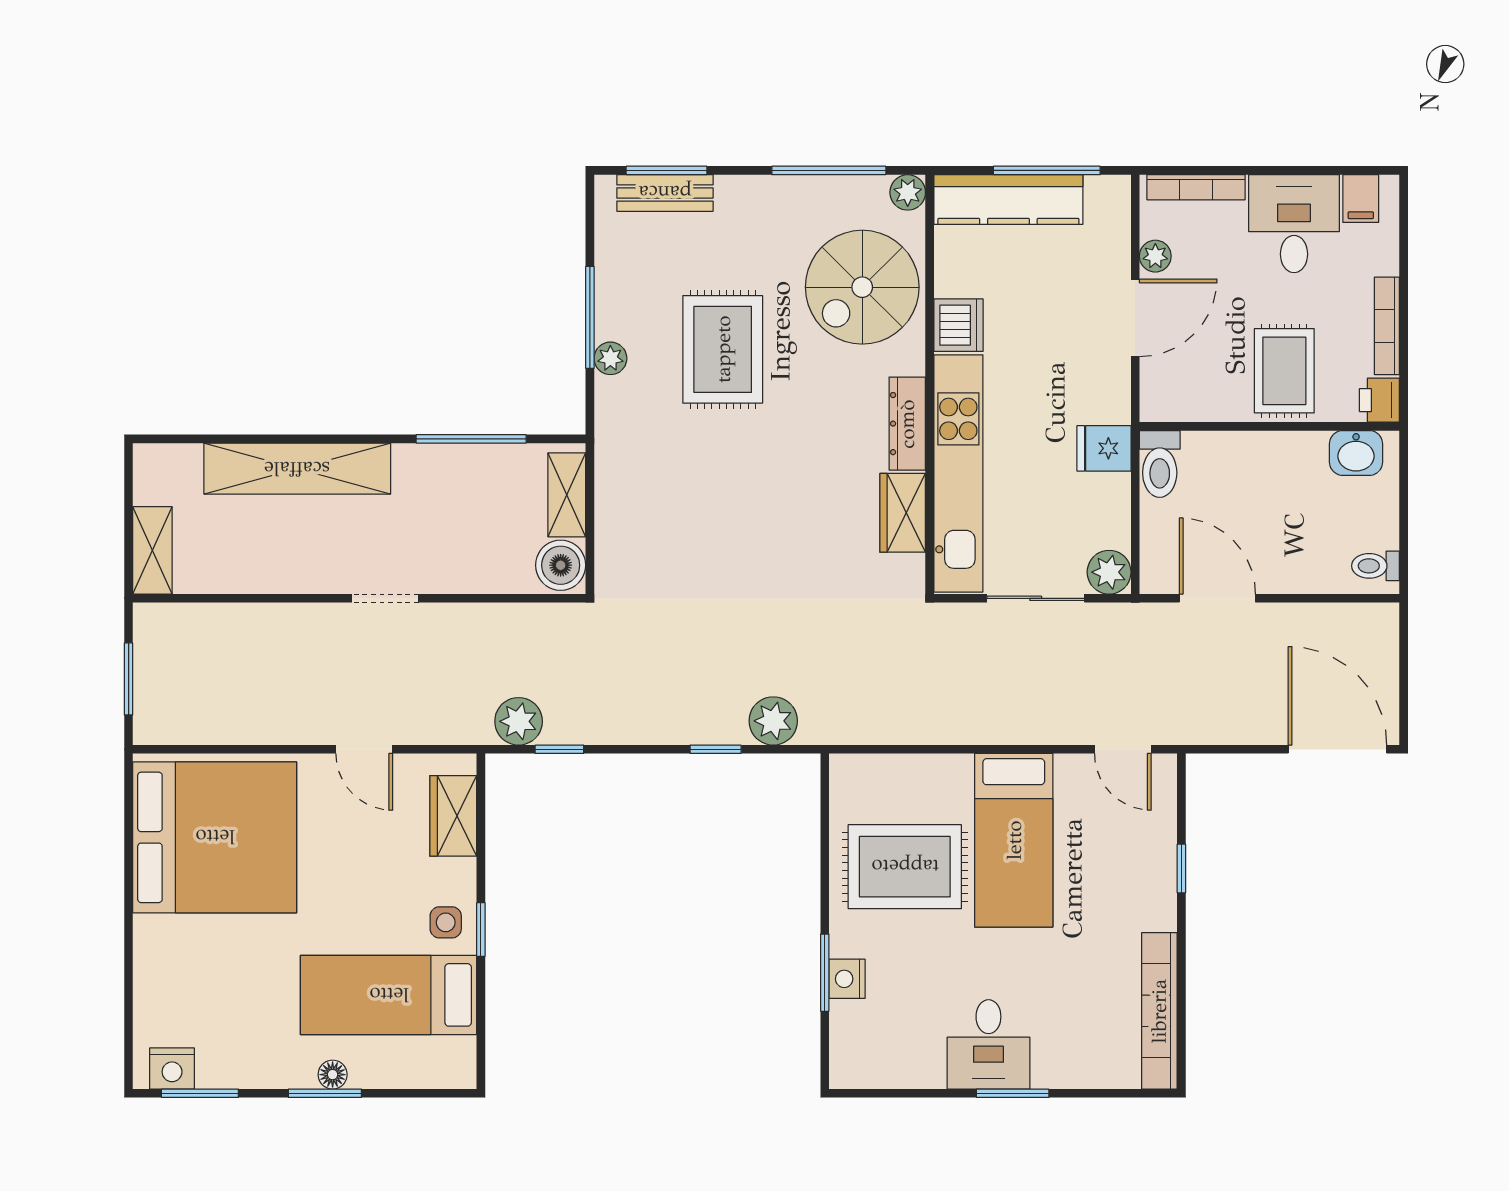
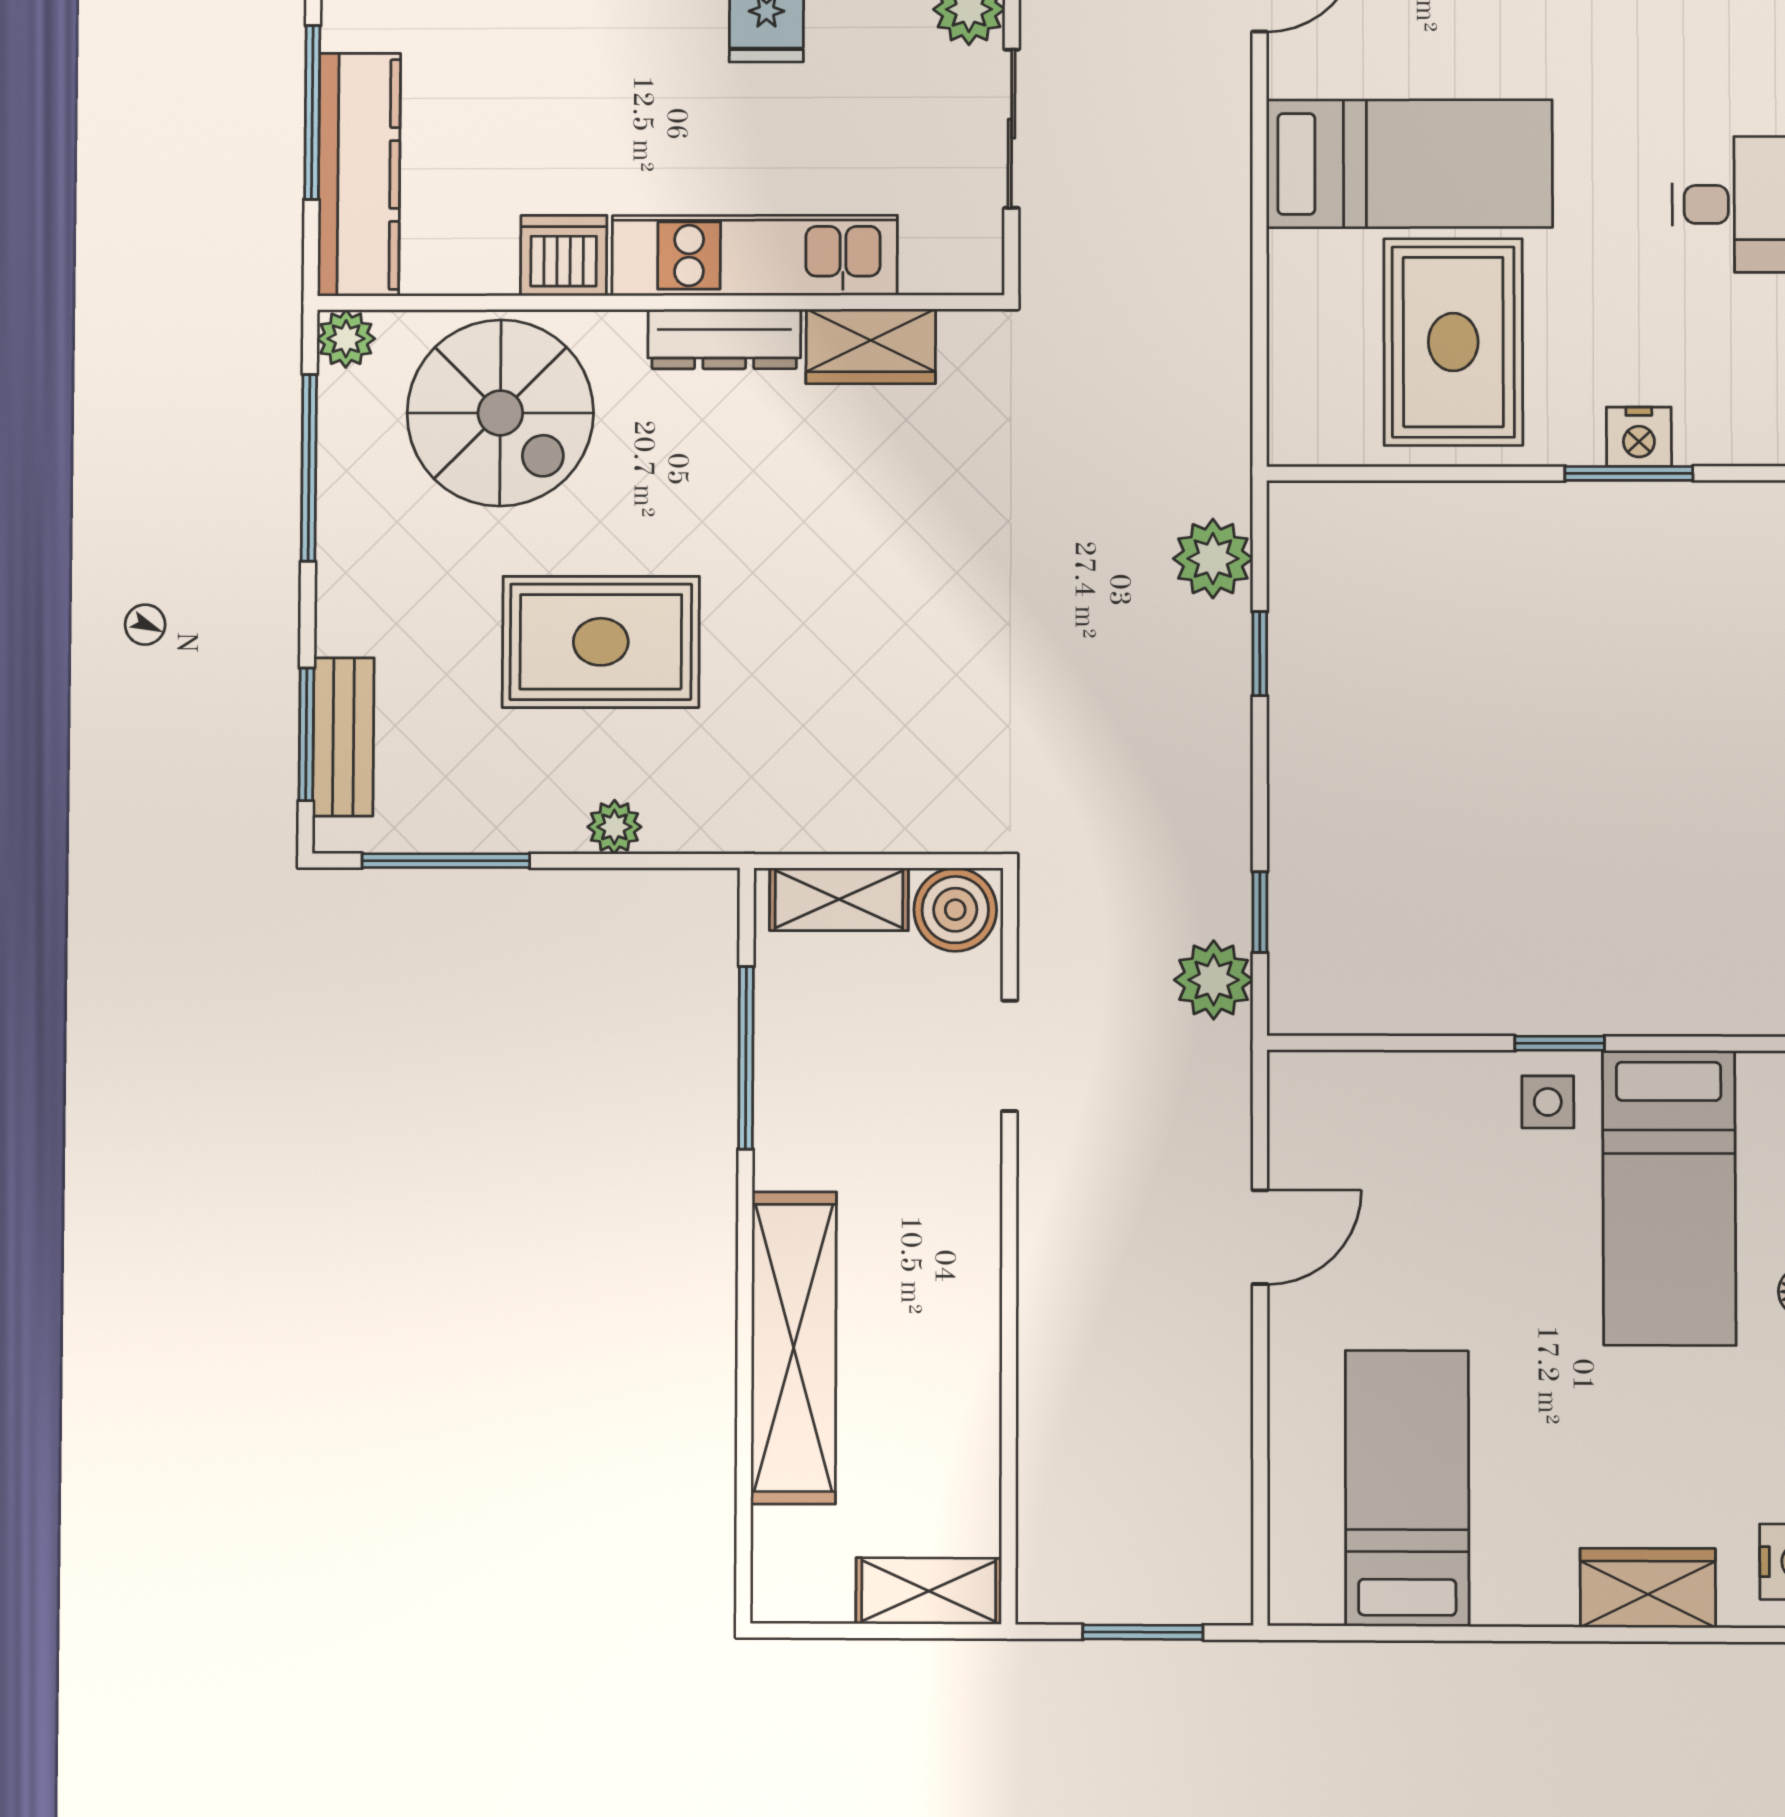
window: (590, 317) -> (446, 861), moved
kitchen unit: (958, 473) -> (755, 255), width x0.73
doorway: (385, 598) -> (1010, 1056), moved
wardrobe: (453, 816) -> (1648, 1588), moved, turned 180
bed: (215, 837) -> (1407, 1488), width x0.49

